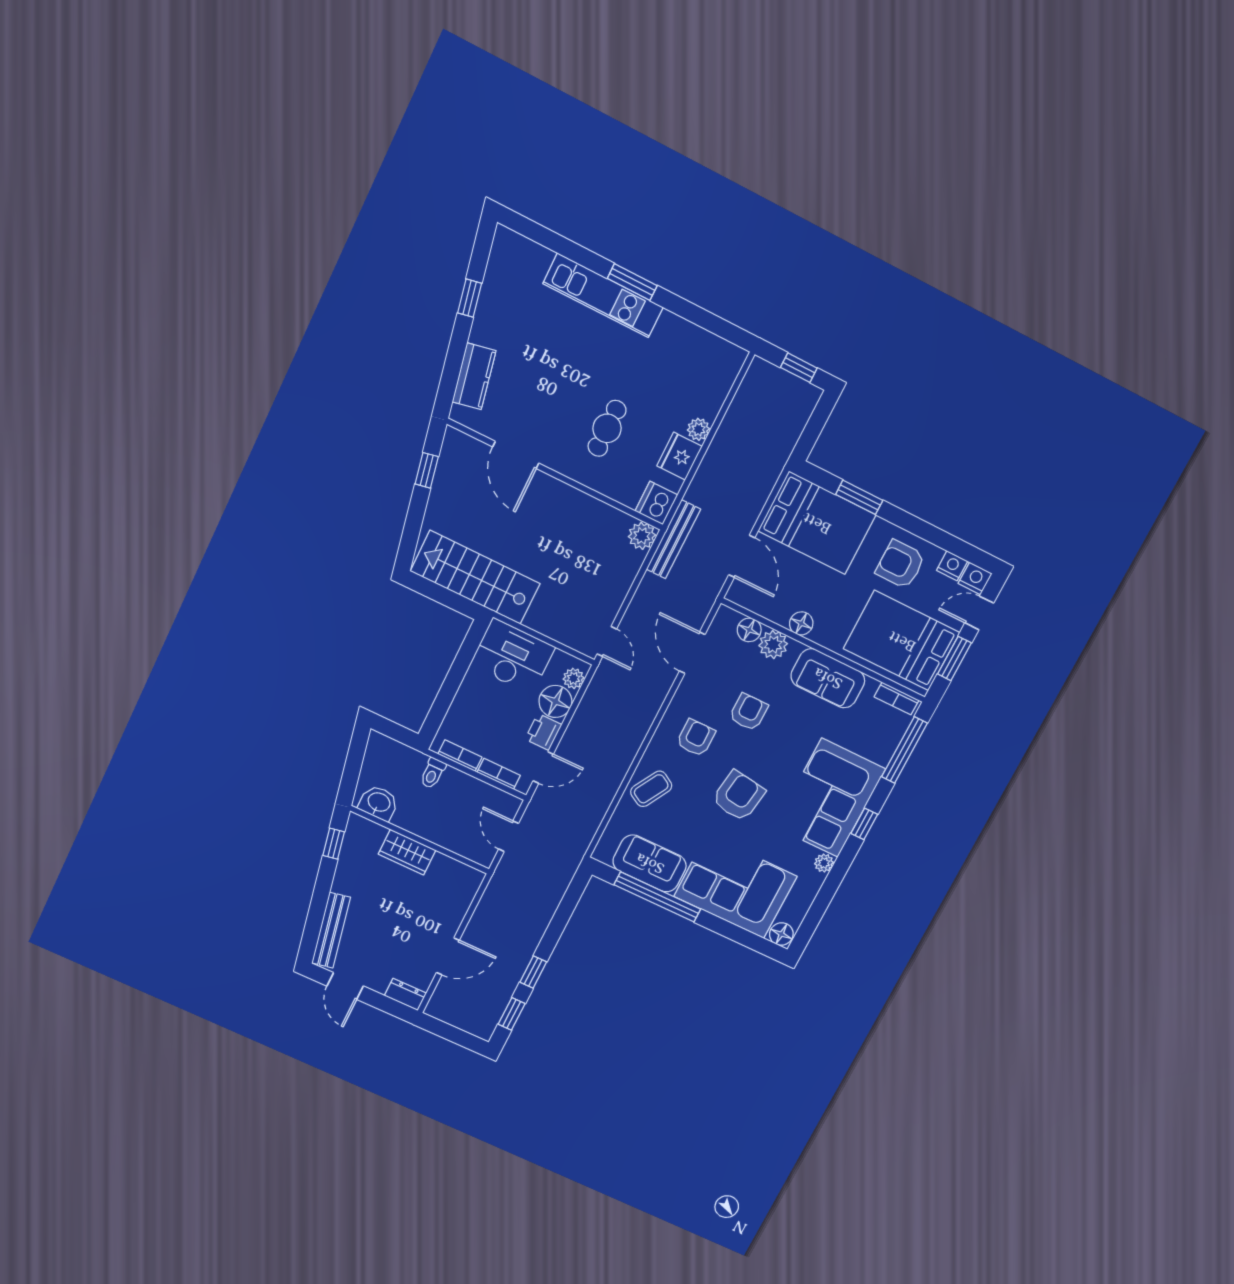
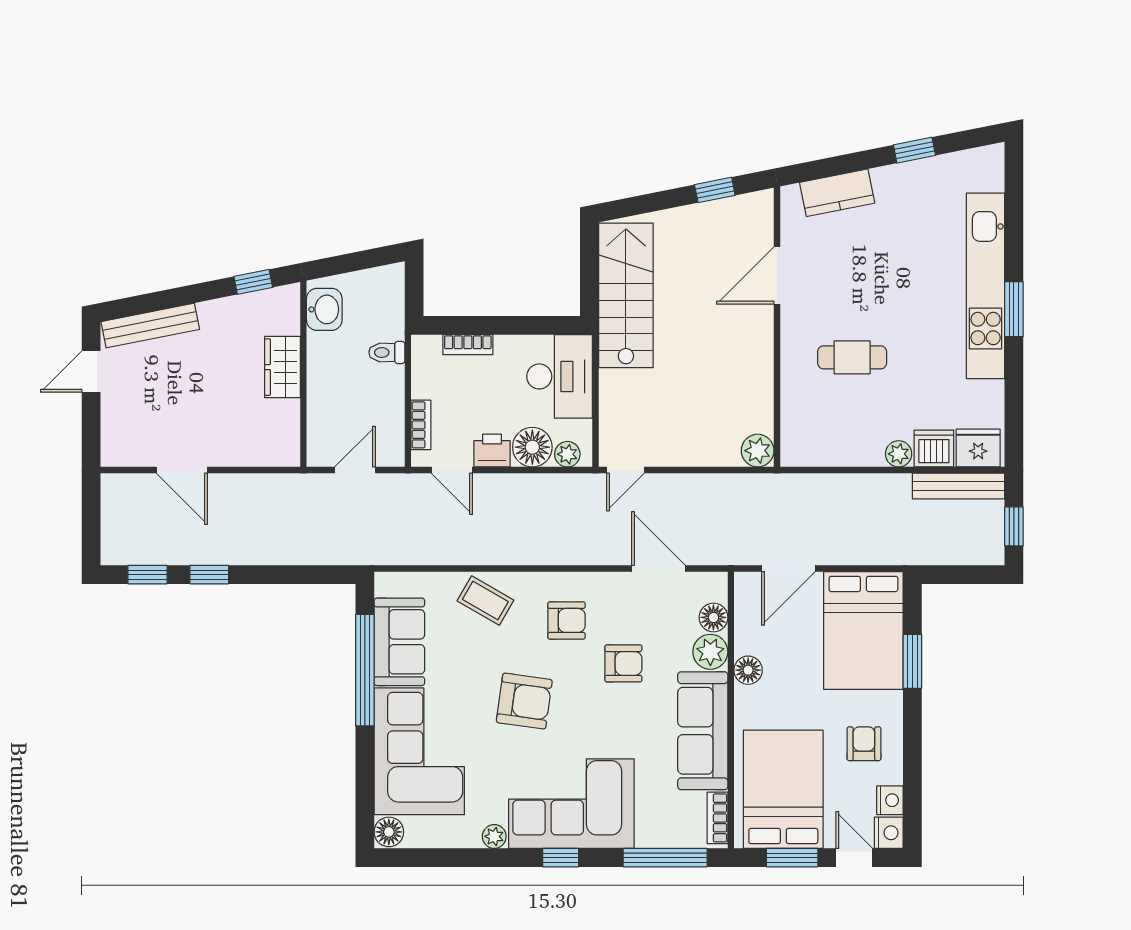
kitchen unit: (603, 295) -> (986, 286), width x1.36
fridge: (679, 456) -> (978, 448), moved
dishwasher: (656, 503) -> (934, 448), moved
bench: (673, 539) -> (959, 486), moved
armchair: (900, 564) -> (864, 744), width x0.72, depth x0.72
door: (692, 653) -> (658, 568), hinge flipped
sofa: (828, 678) -> (703, 731), width x1.36
bookcase: (460, 756) -> (468, 345), moved, turned 90
dresser: (405, 995) -> (113, 444), removed

